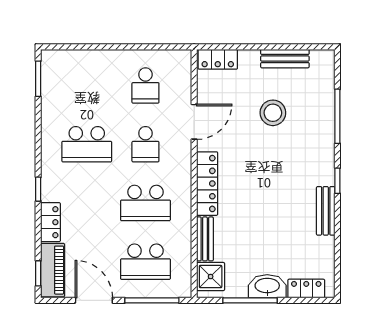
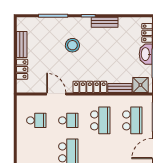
locker: (218, 59) -> (22, 69), moved
stool: (273, 113) -> (72, 45), moved

